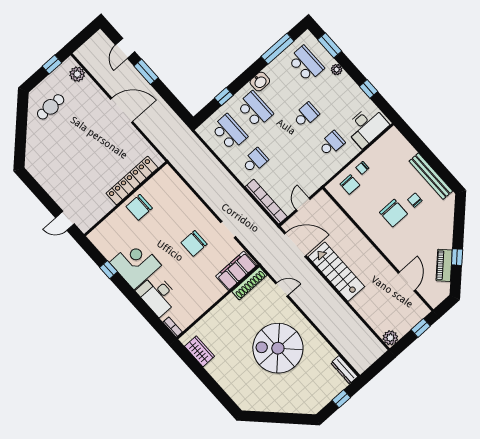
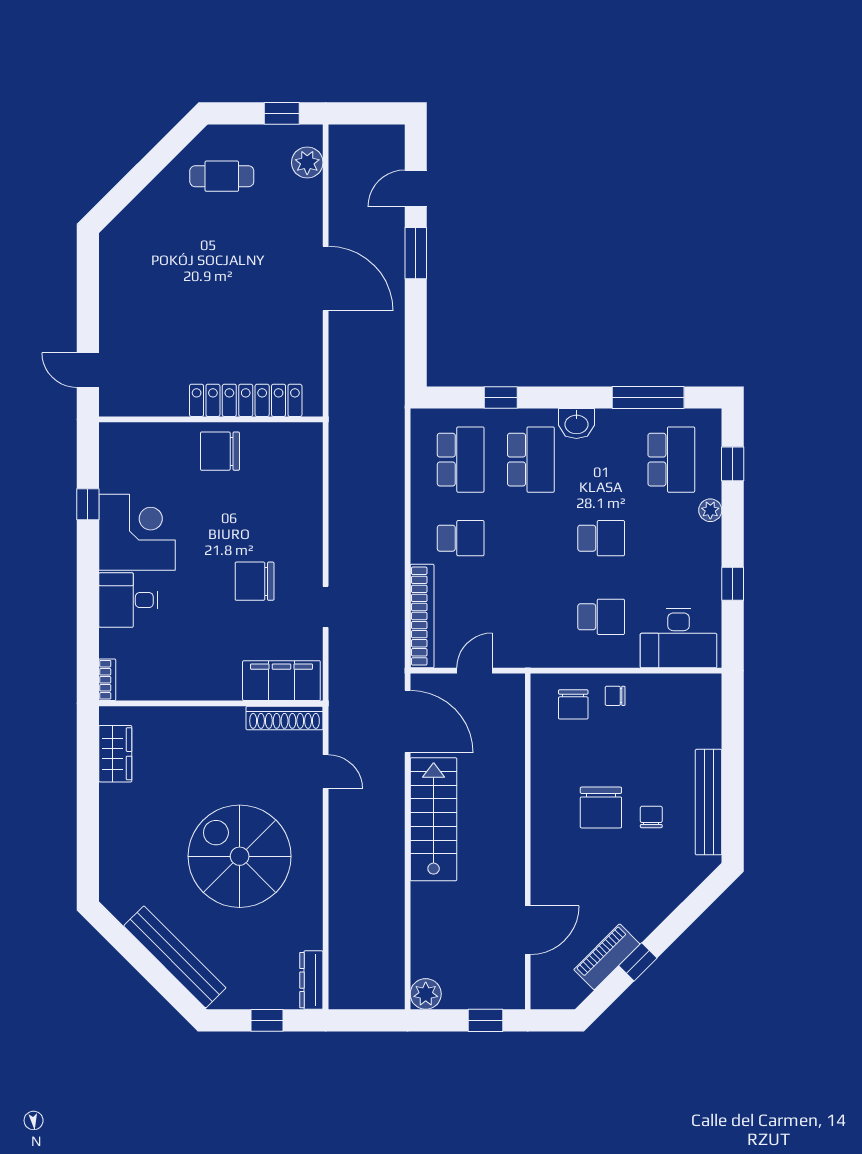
window: (330, 45) -> (733, 464), width x0.67
desk: (158, 295) -> (128, 600), width x0.73
bench: (287, 406) -> (175, 957), added

